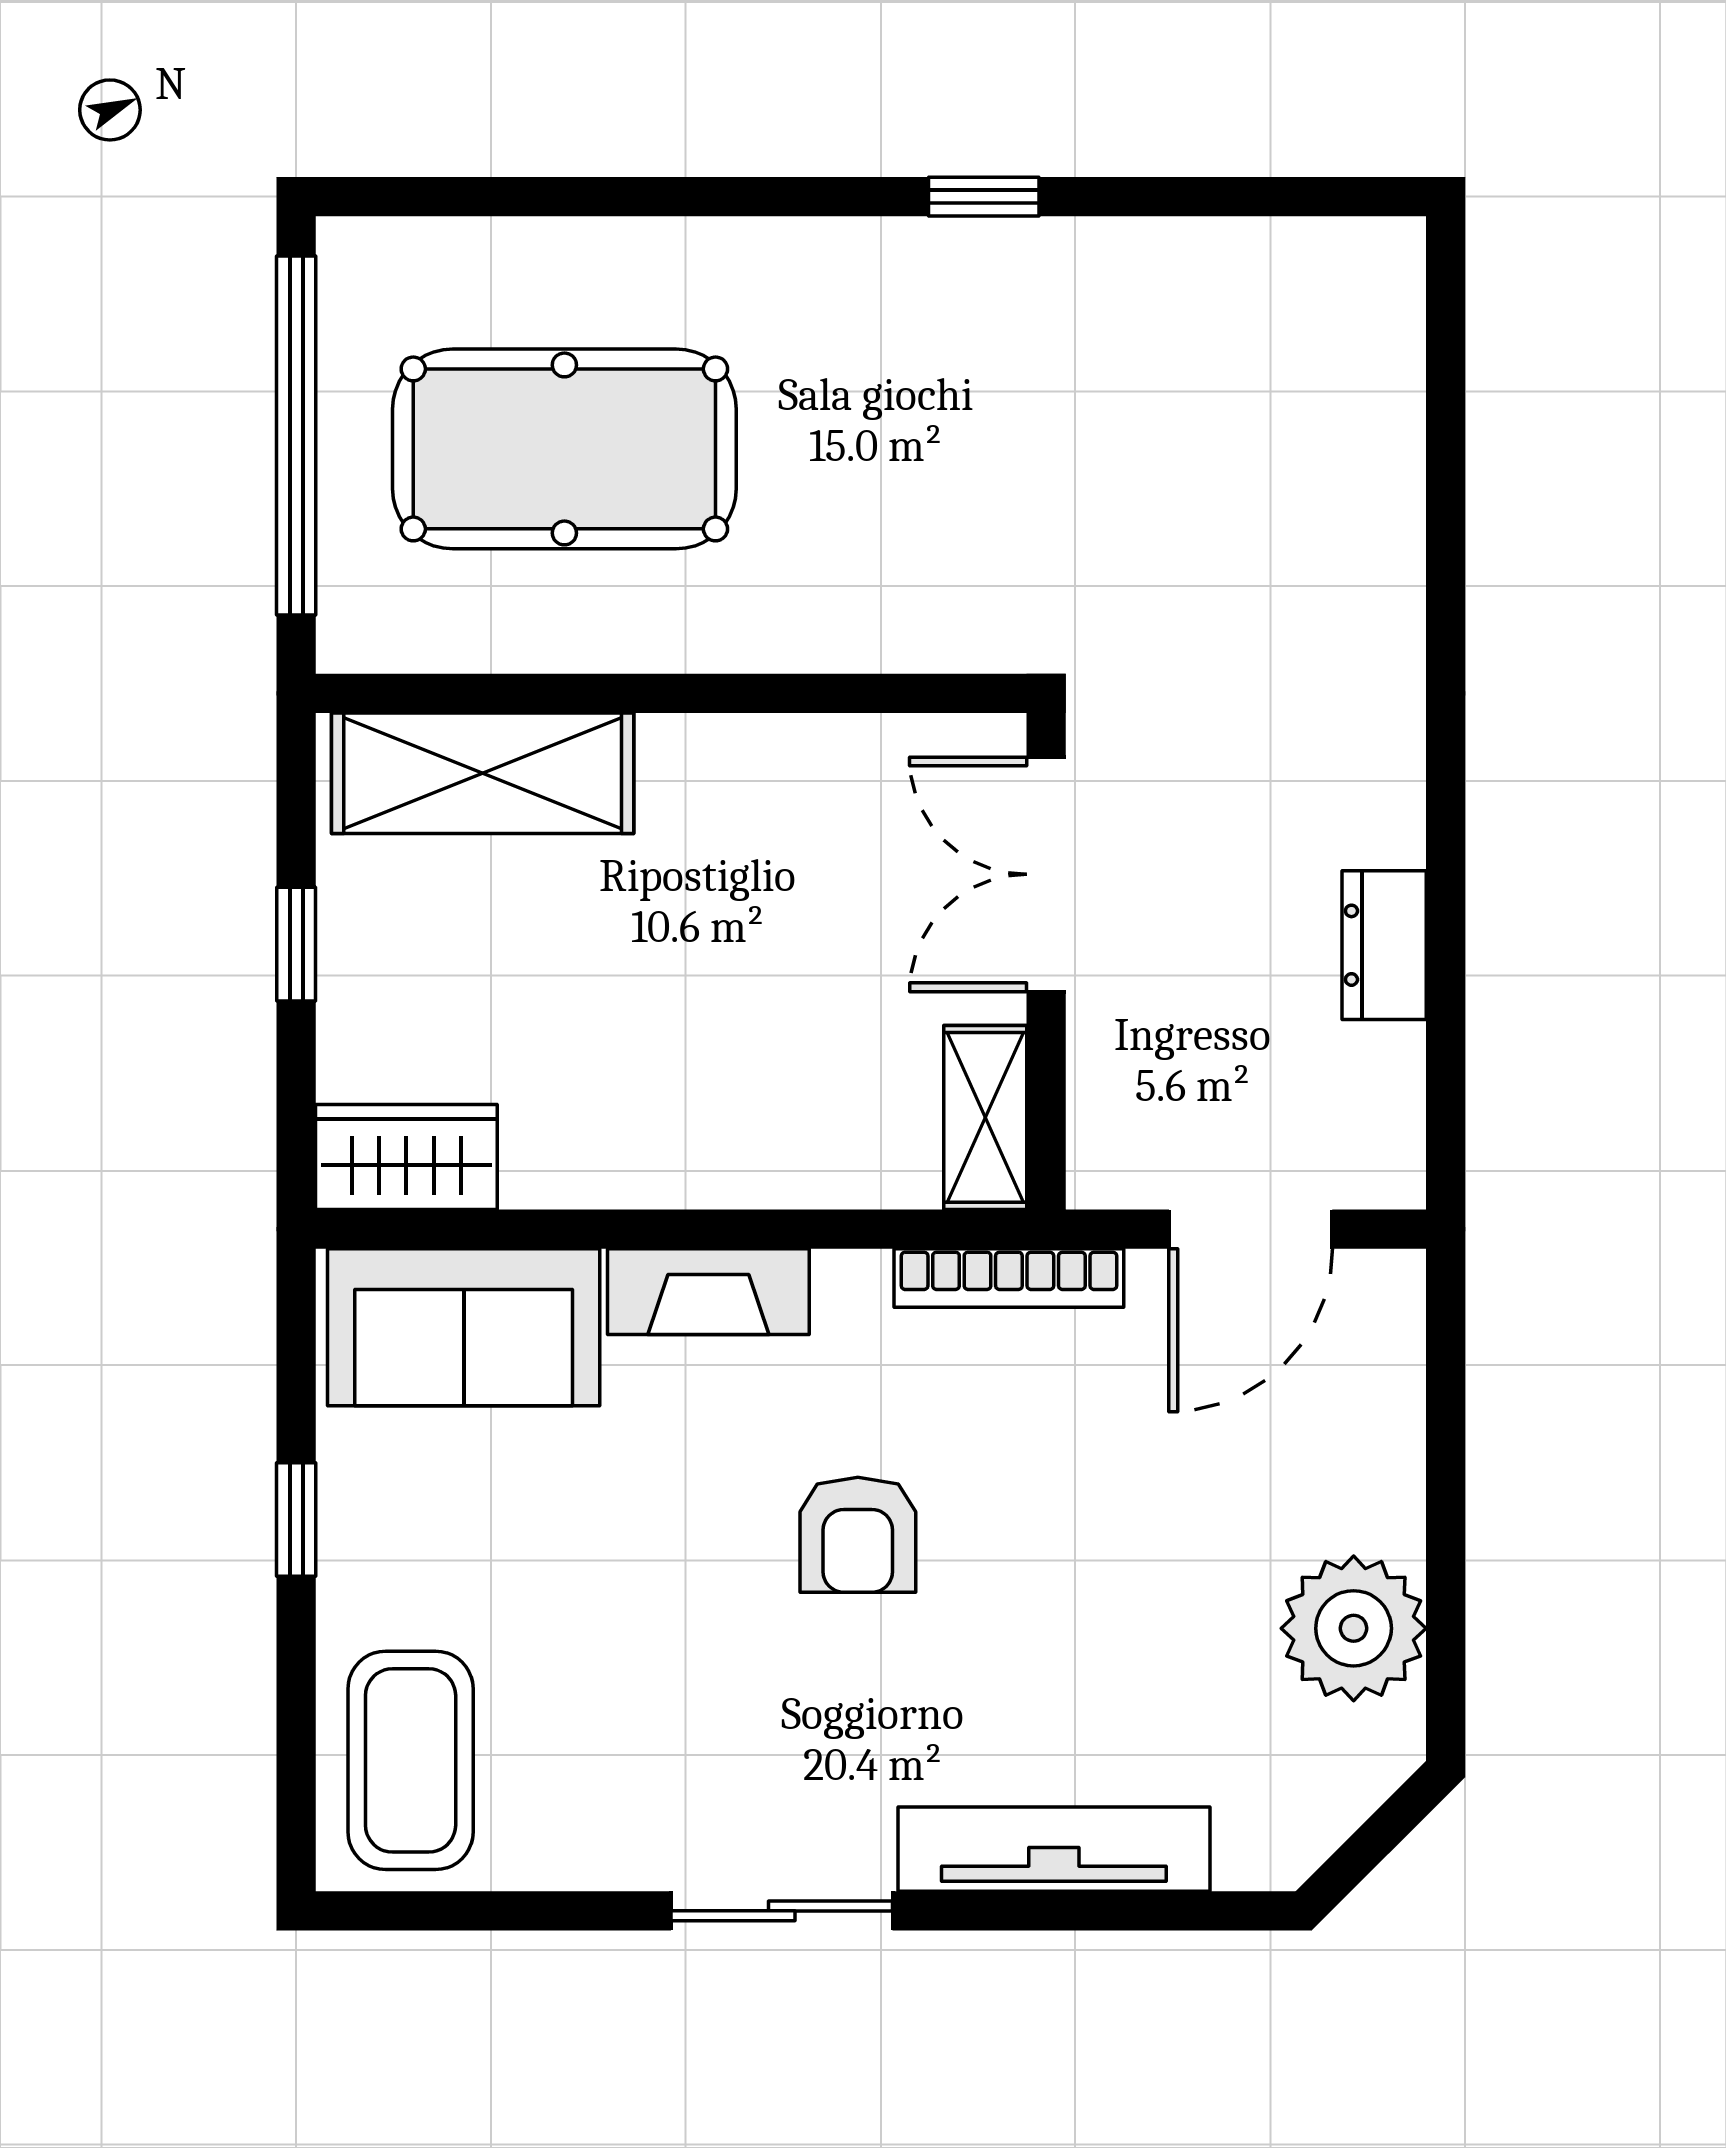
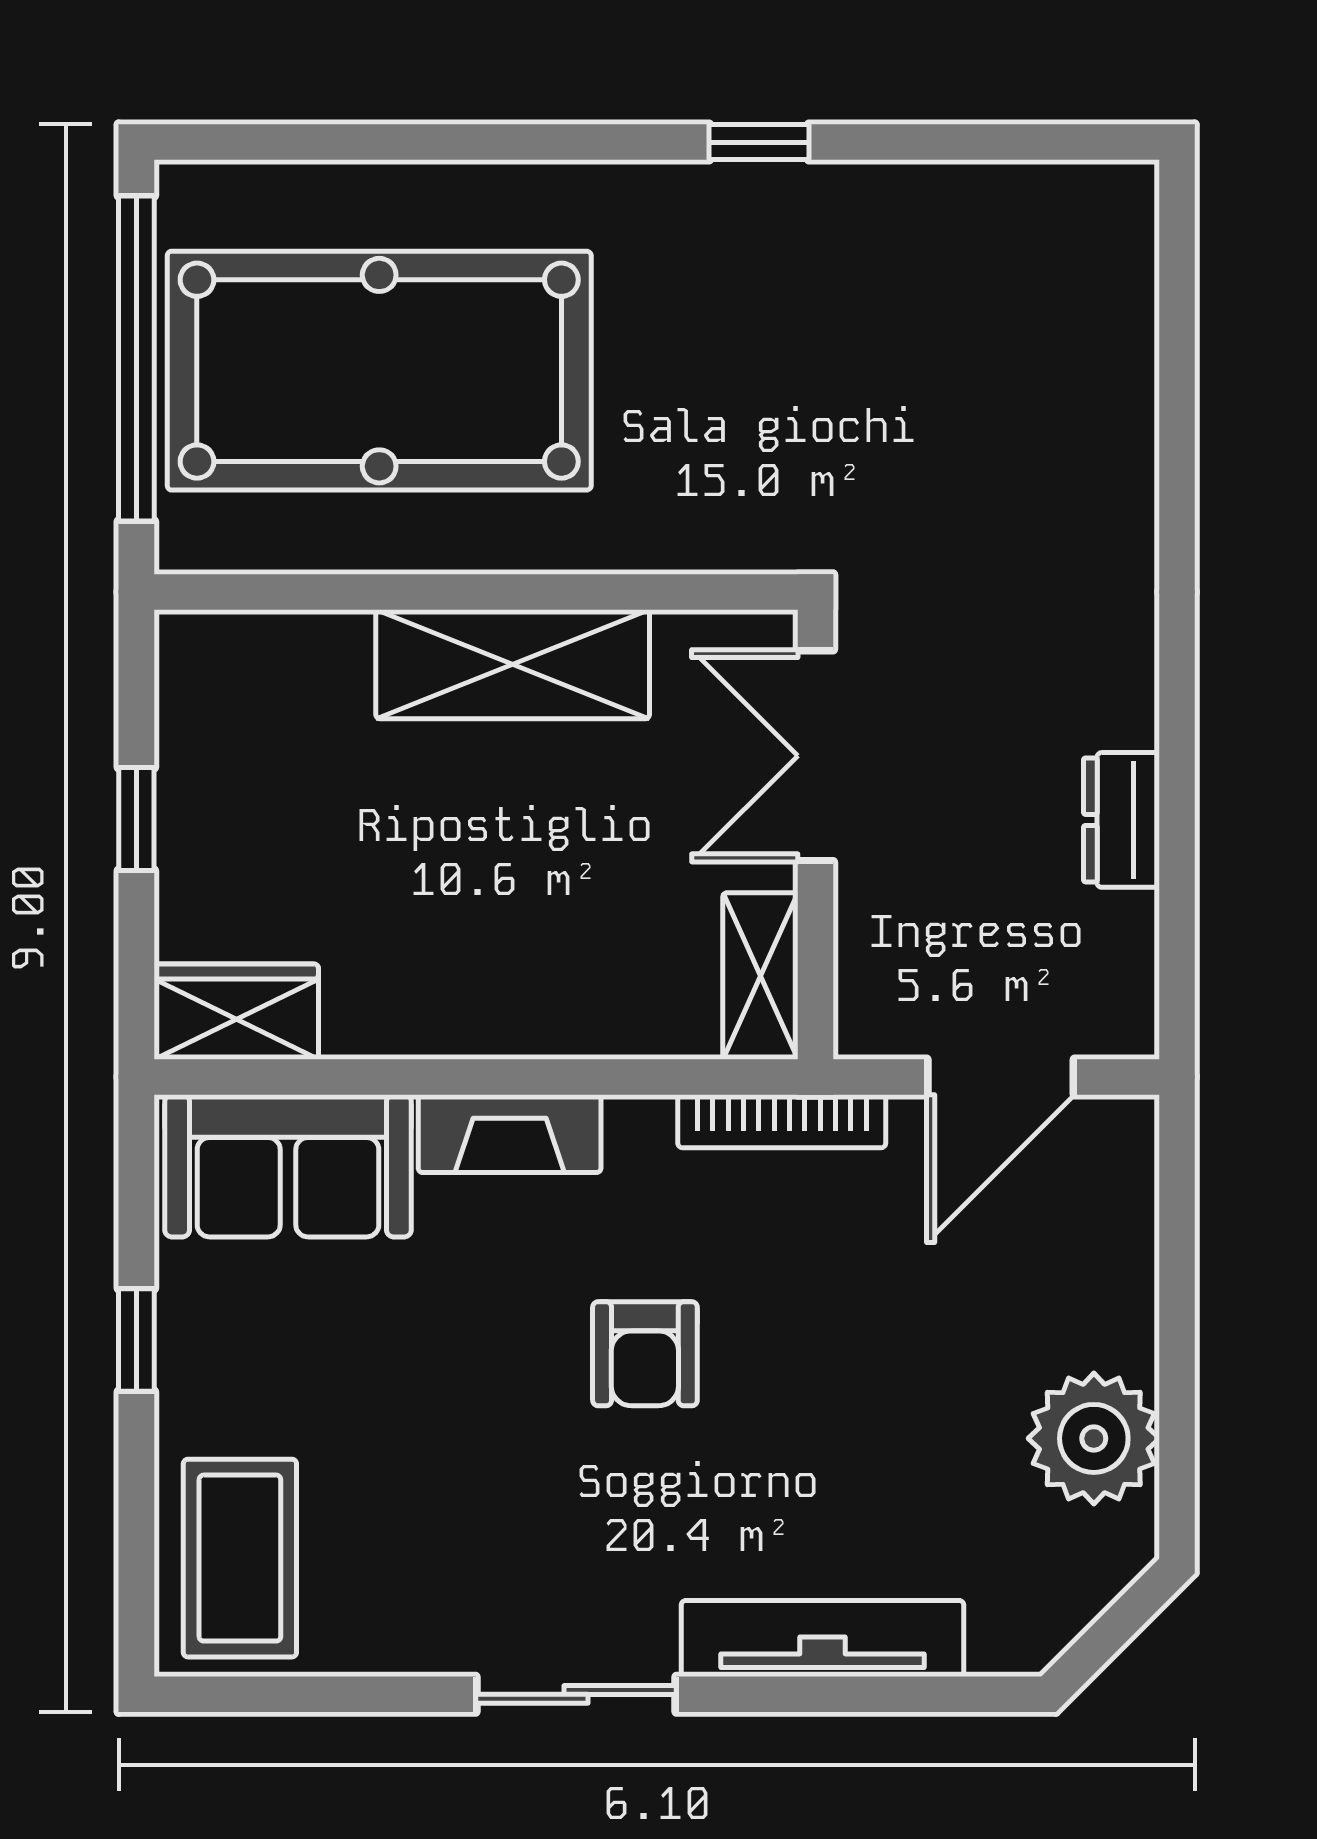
pool table: (564, 449) -> (379, 371), width x1.36, depth x1.32
shelving: (483, 773) -> (513, 664), moved

